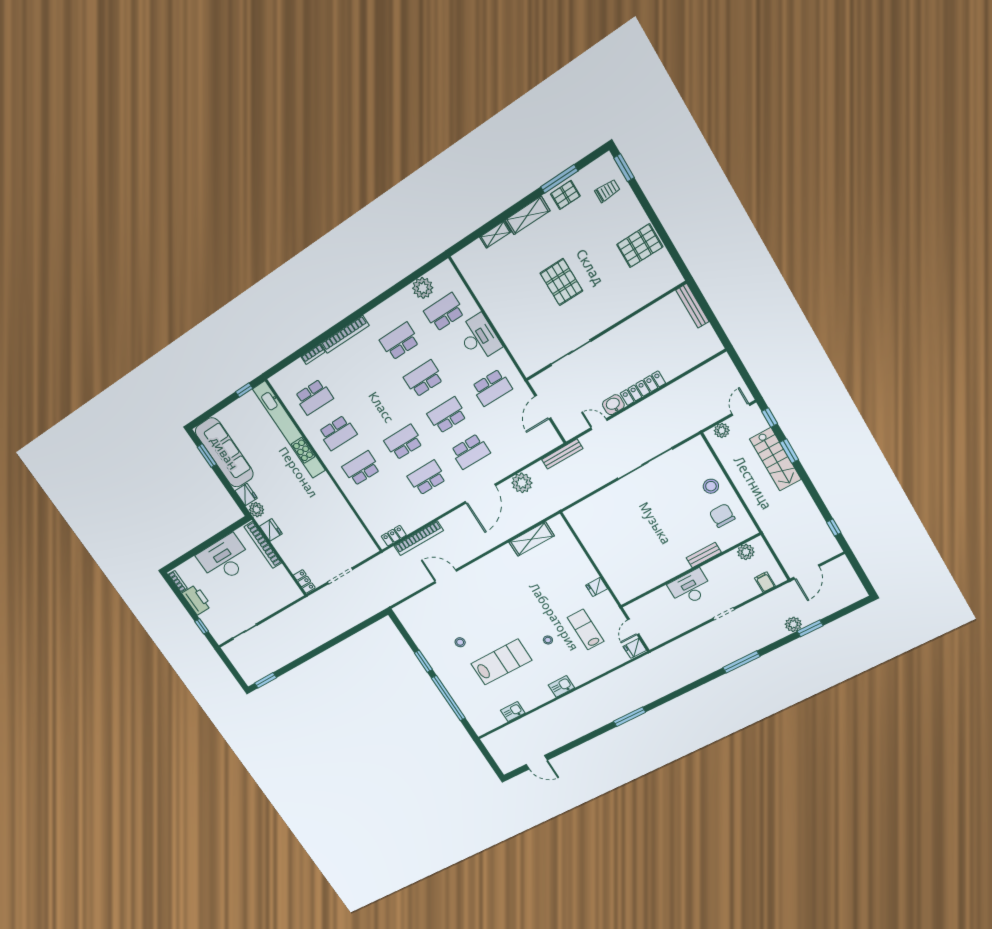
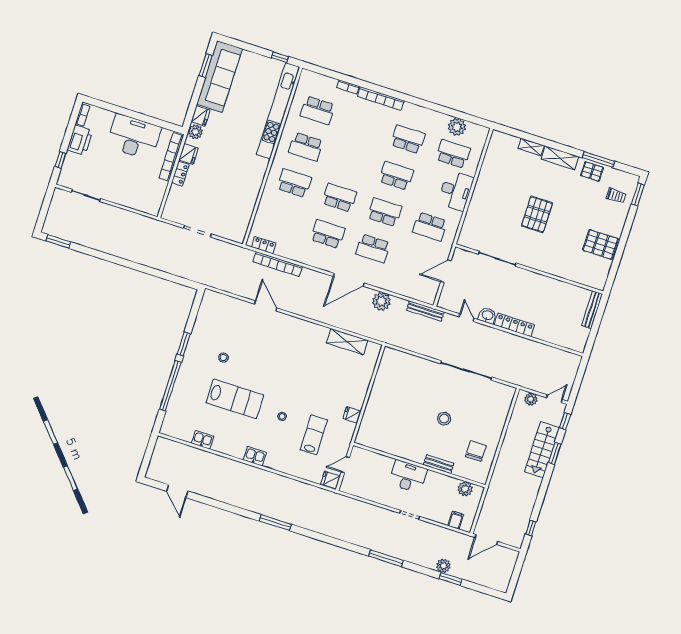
stool: (711, 486) -> (444, 419), moved
locker: (304, 581) -> (180, 174), moved

